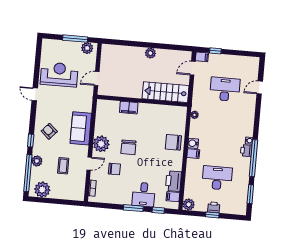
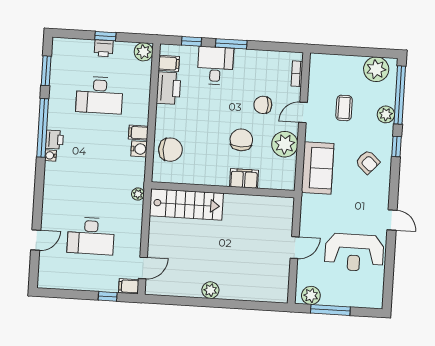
stairs: (166, 92) -> (186, 204), moved
wall: (142, 101) -> (223, 190), moved
filing cabinet: (129, 108) -> (244, 178), moved

